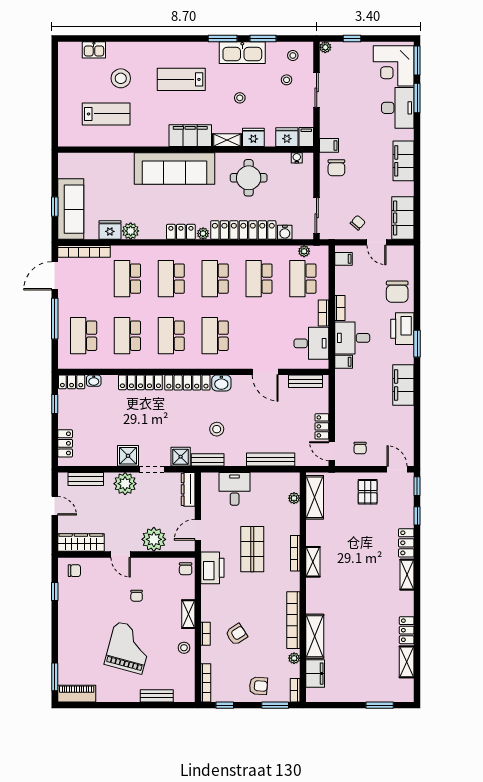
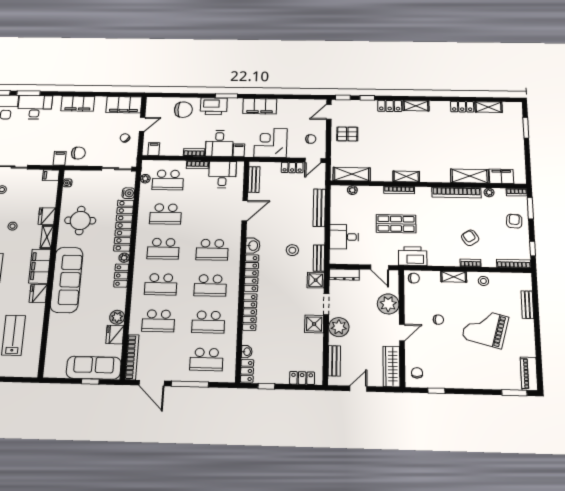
fridge: (287, 137) -> (38, 293), moved
corner desk: (354, 400) -> (271, 143), added

